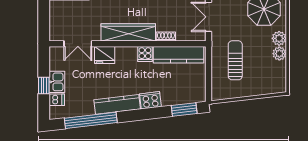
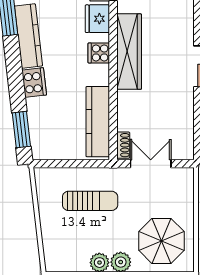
shoe rack: (166, 37) -> (123, 145), moved
cooker: (145, 54) -> (99, 53), moved

